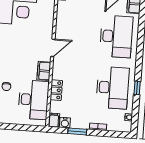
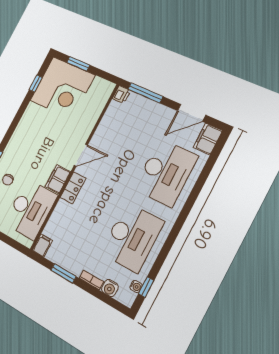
window: (137, 88) -> (146, 287), moved
locker: (56, 90) -> (73, 188), moved
water cooler: (65, 123) -> (110, 288), moved

